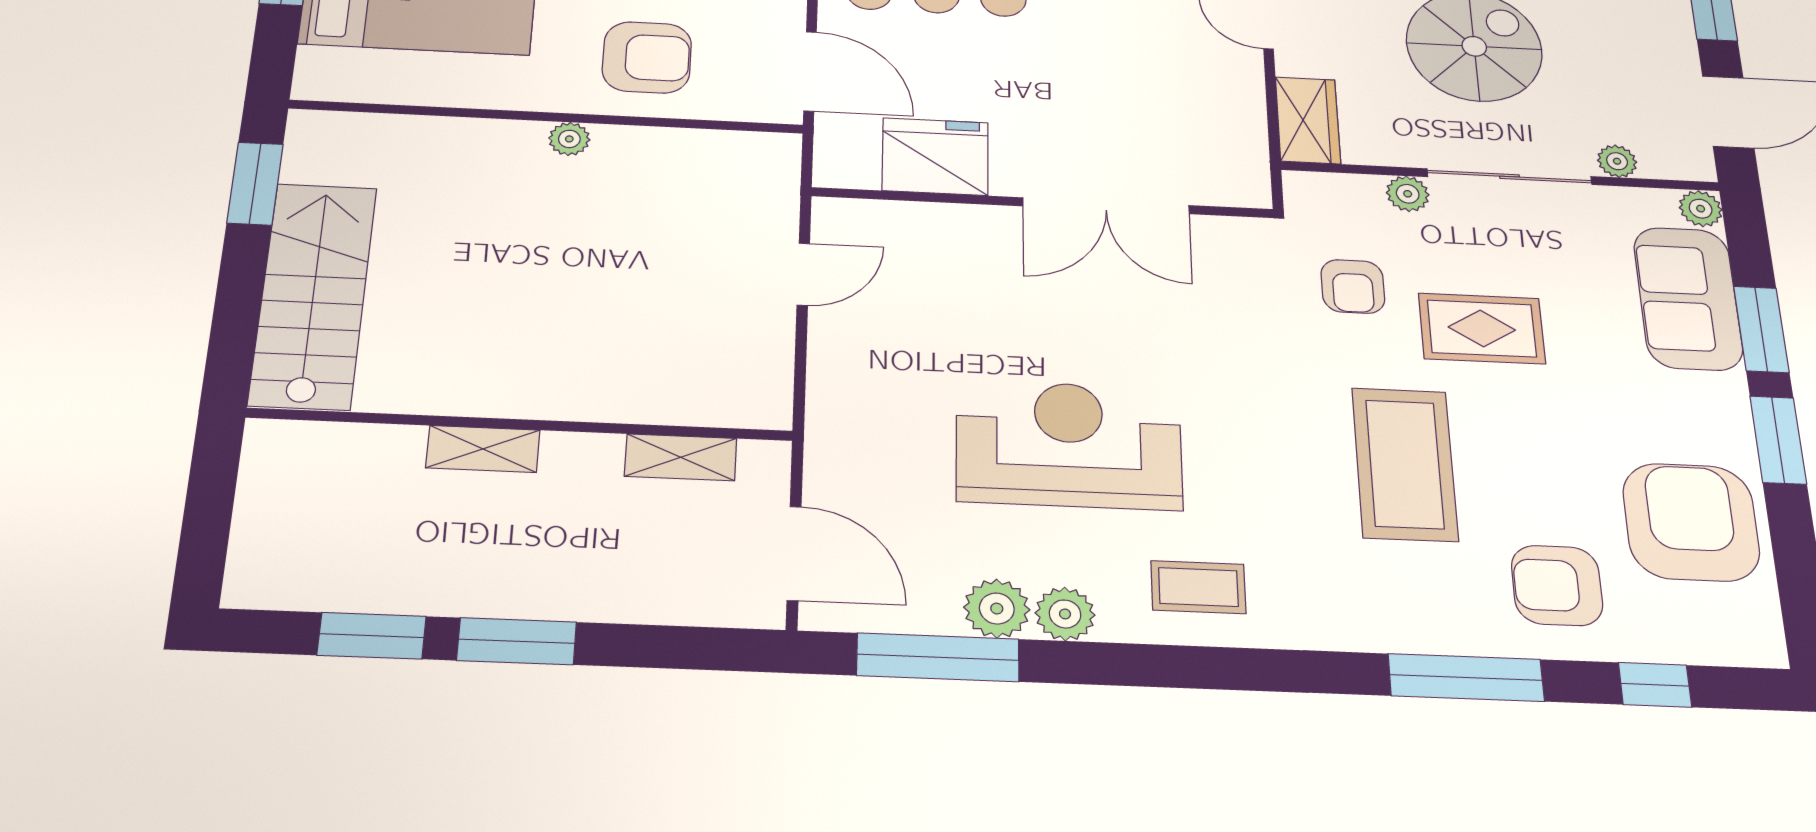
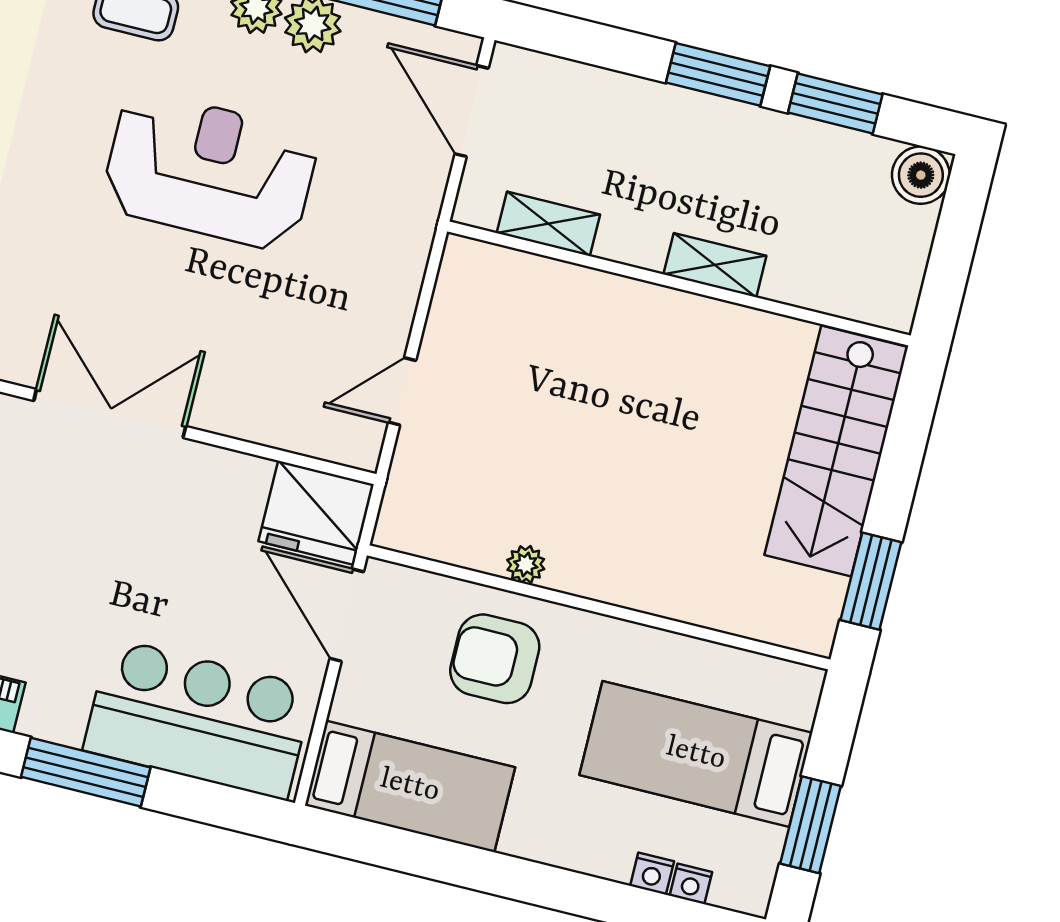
plant: (569, 139) -> (526, 564), moved
fridge: (935, 156) -> (316, 513), moved
reception desk: (1069, 445) -> (210, 171), turned 180
boiler: (257, 579) -> (921, 175), added

